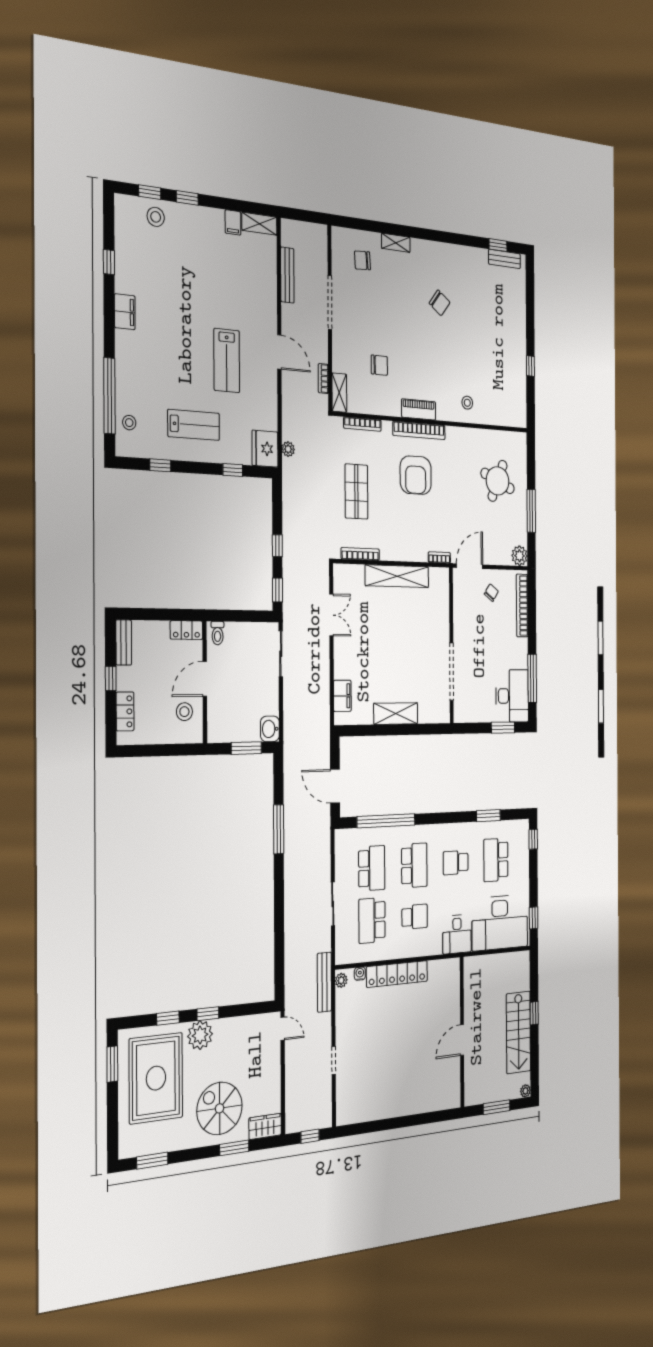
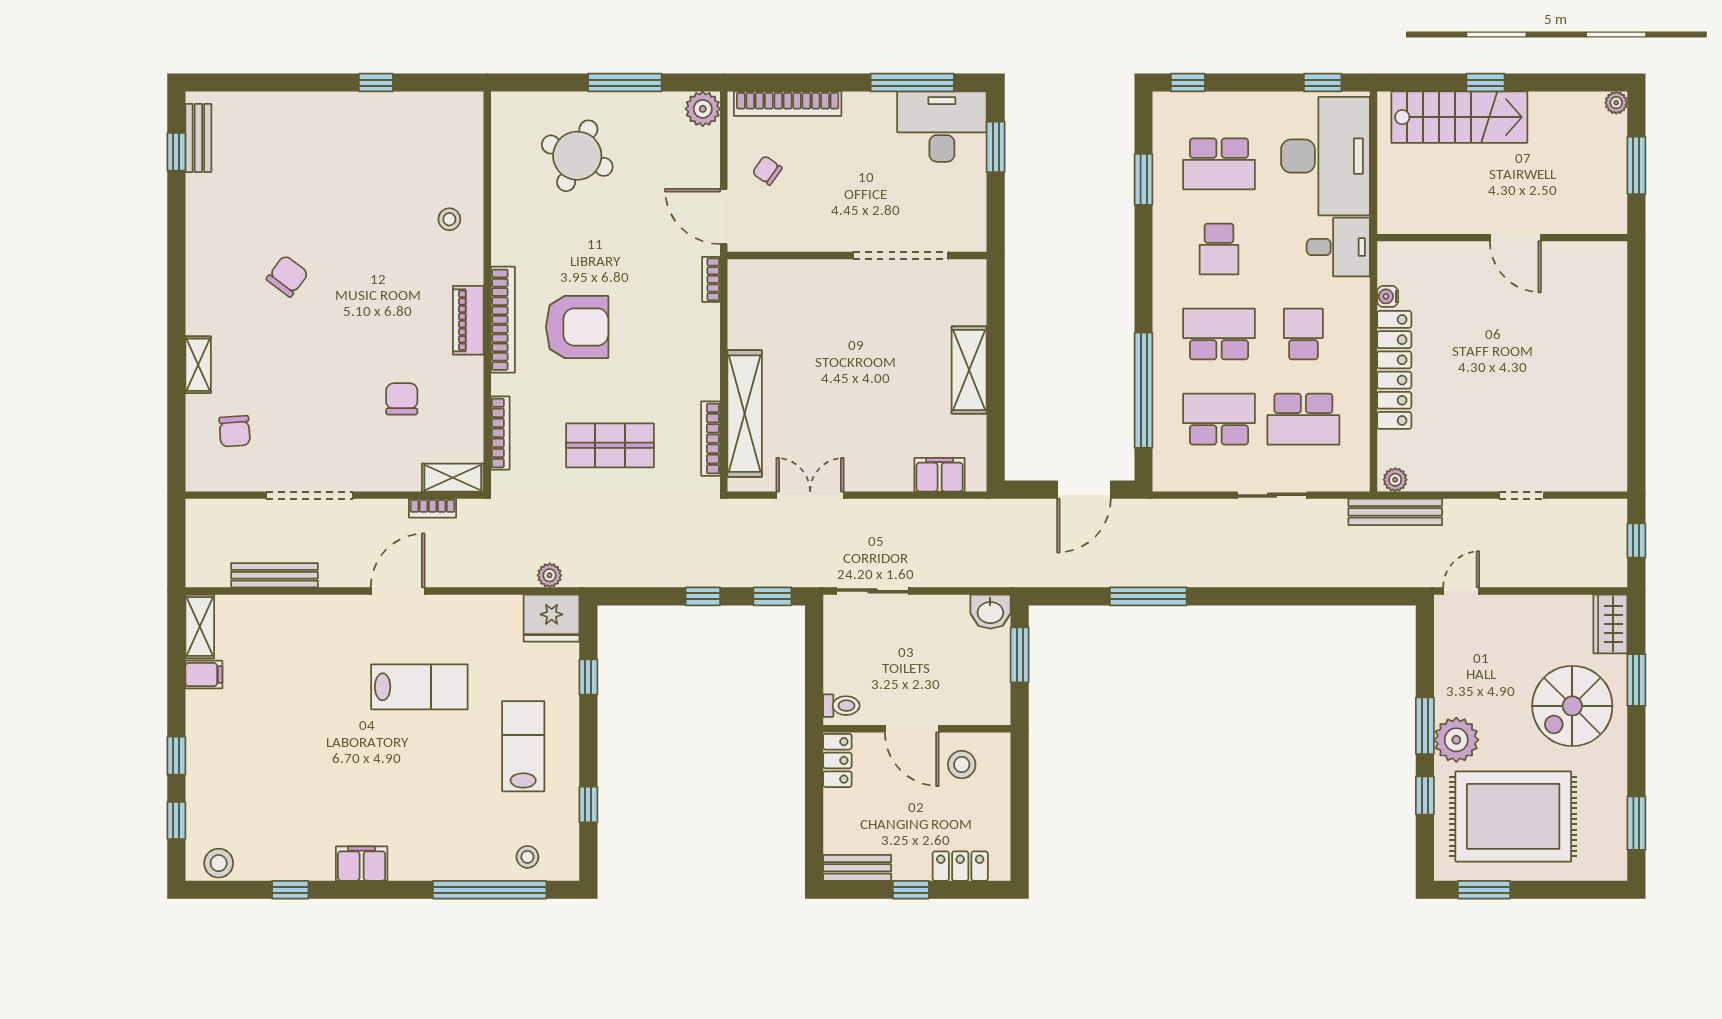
stool: (156, 217) -> (219, 863), moved
shelving: (397, 576) -> (745, 414), moved
water cooler: (360, 974) -> (1388, 296), moved
window: (208, 1014) -> (1425, 726), width x1.50
stairs: (518, 1032) -> (1459, 117), moved

